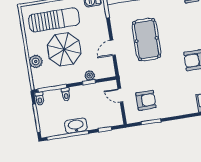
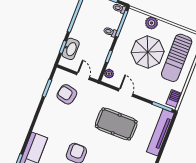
plant: (90, 75) -> (109, 74), moved
door: (120, 95) -> (83, 76), hinge flipped
armchair: (146, 100) -> (67, 94), turned 102
washbasin: (76, 126) -> (71, 49), moved

